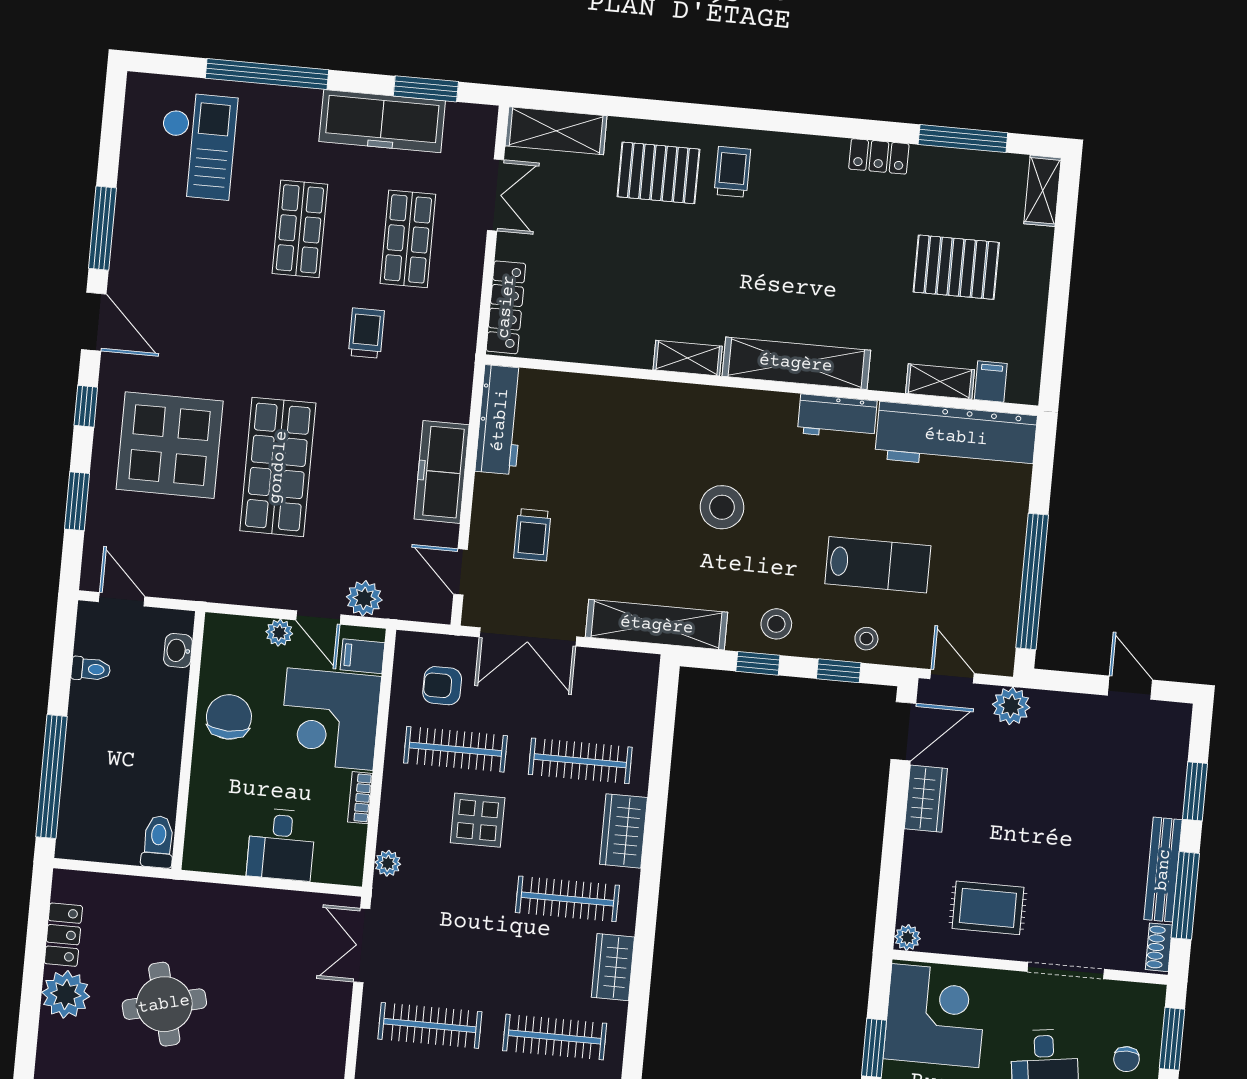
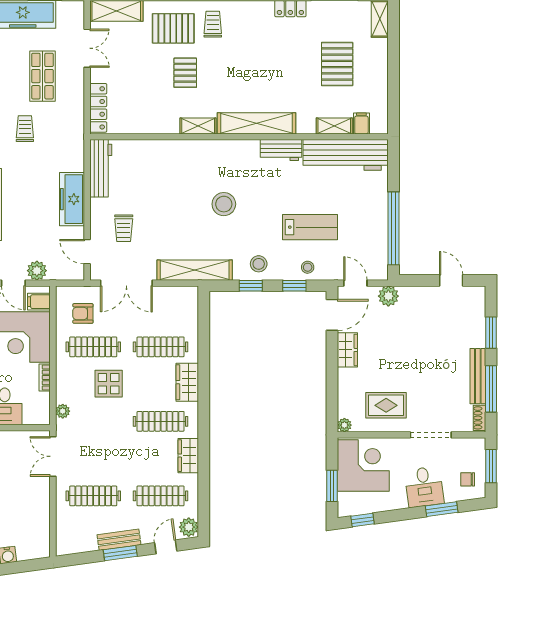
pallet: (673, 257) -> (185, 73), added
pallet: (956, 267) -> (337, 64), turned 90
chair: (1126, 1059) -> (468, 479), turned 90

